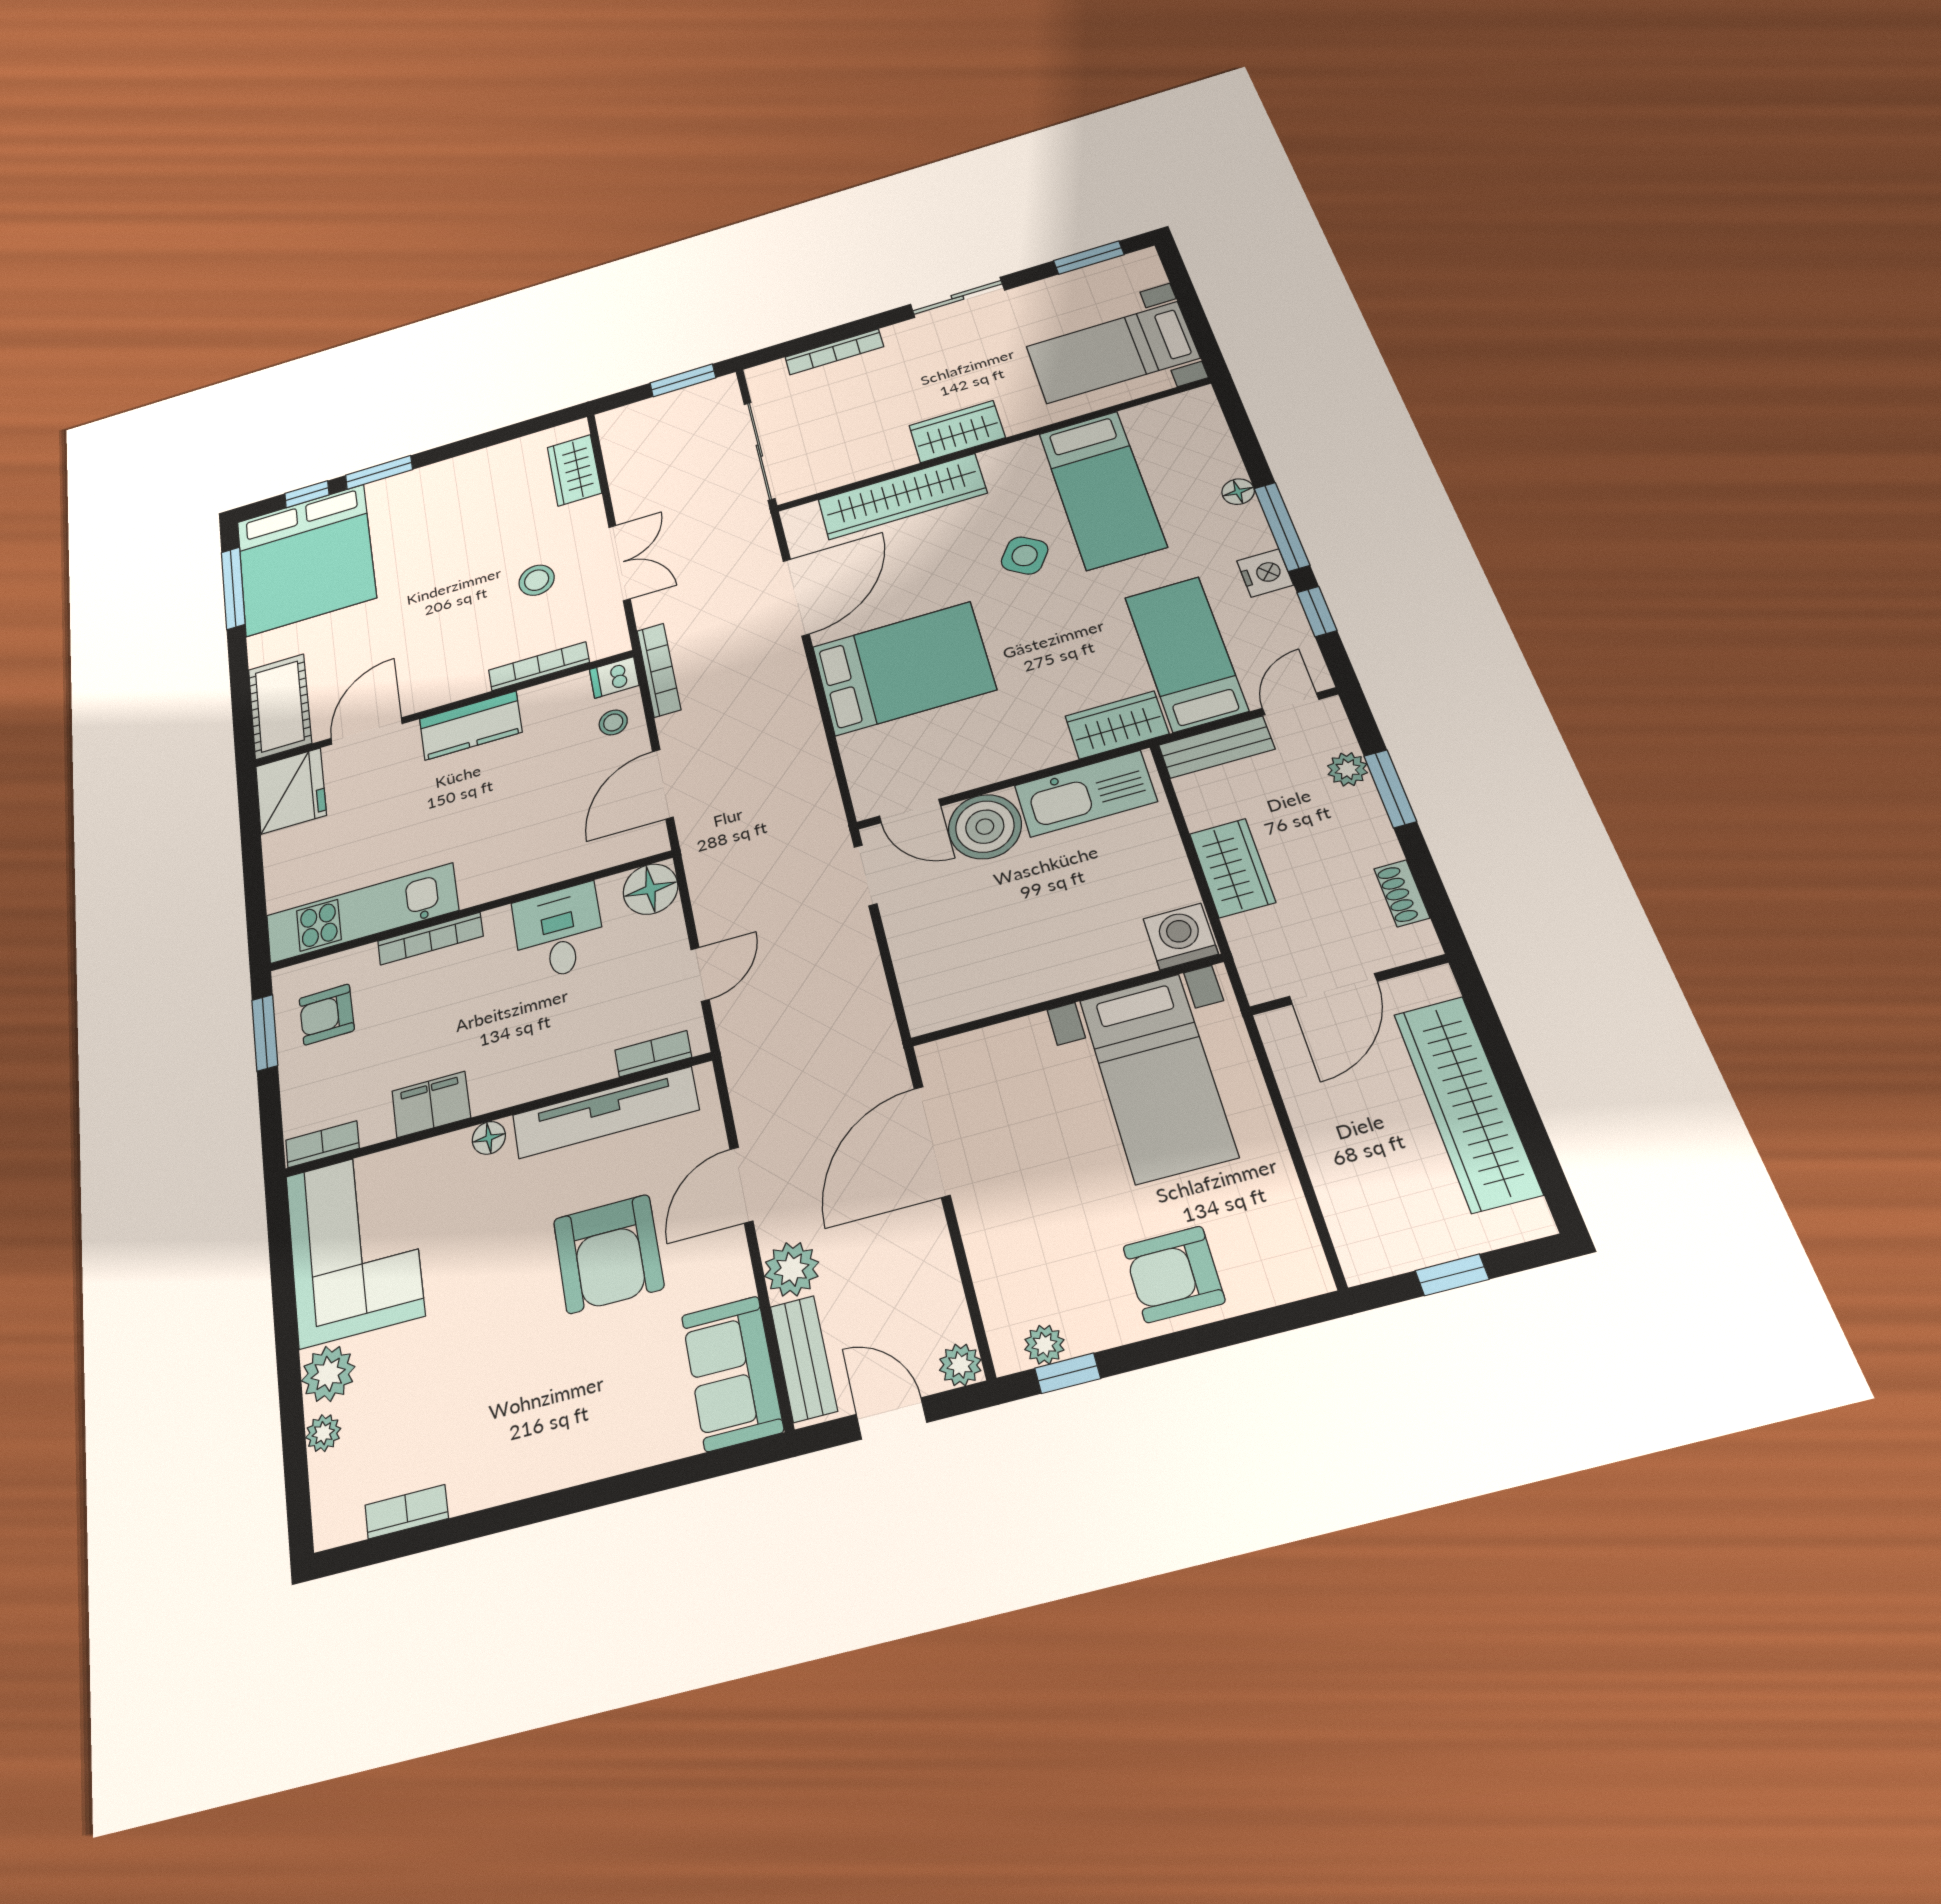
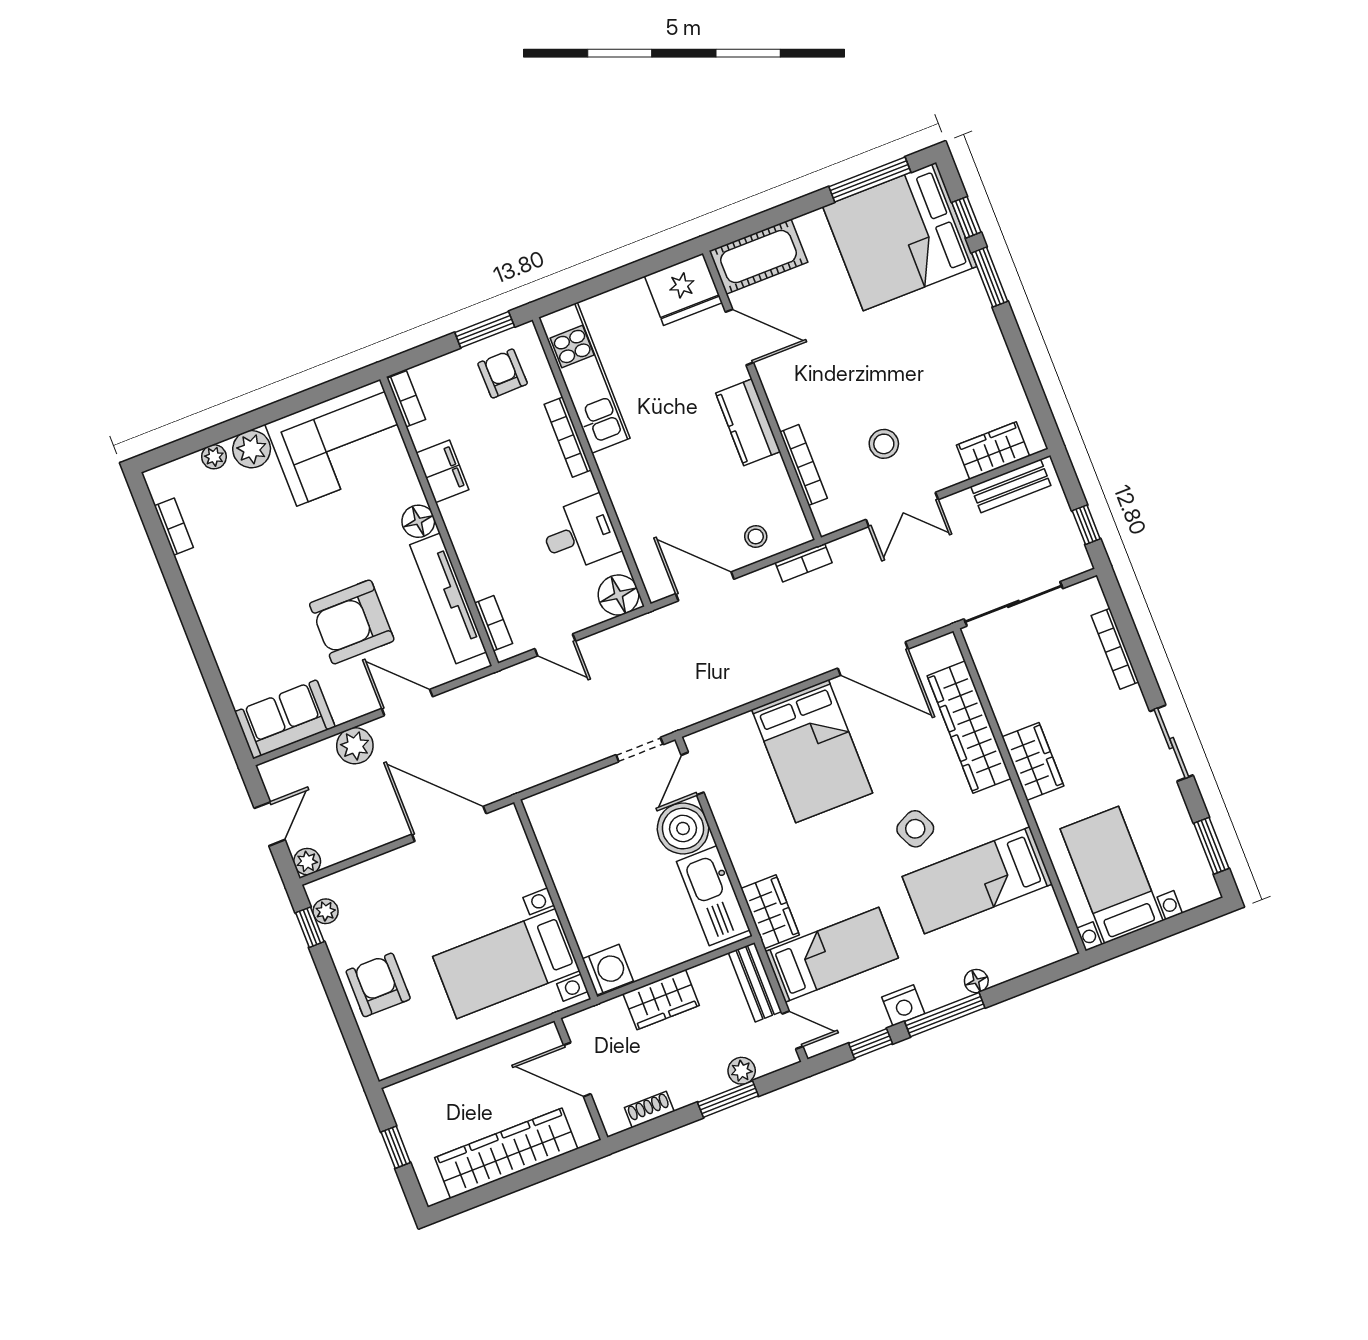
window: (683, 380) -> (1086, 525), width x0.67
side table: (1025, 556) -> (915, 829), turned 30
bookcase: (659, 670) -> (804, 563), width x0.64
dishwasher: (614, 677) -> (796, 528), removed
floor lamp: (489, 1138) -> (418, 521), width x1.37, depth x1.37
bench: (804, 1358) -> (1011, 486), moved

